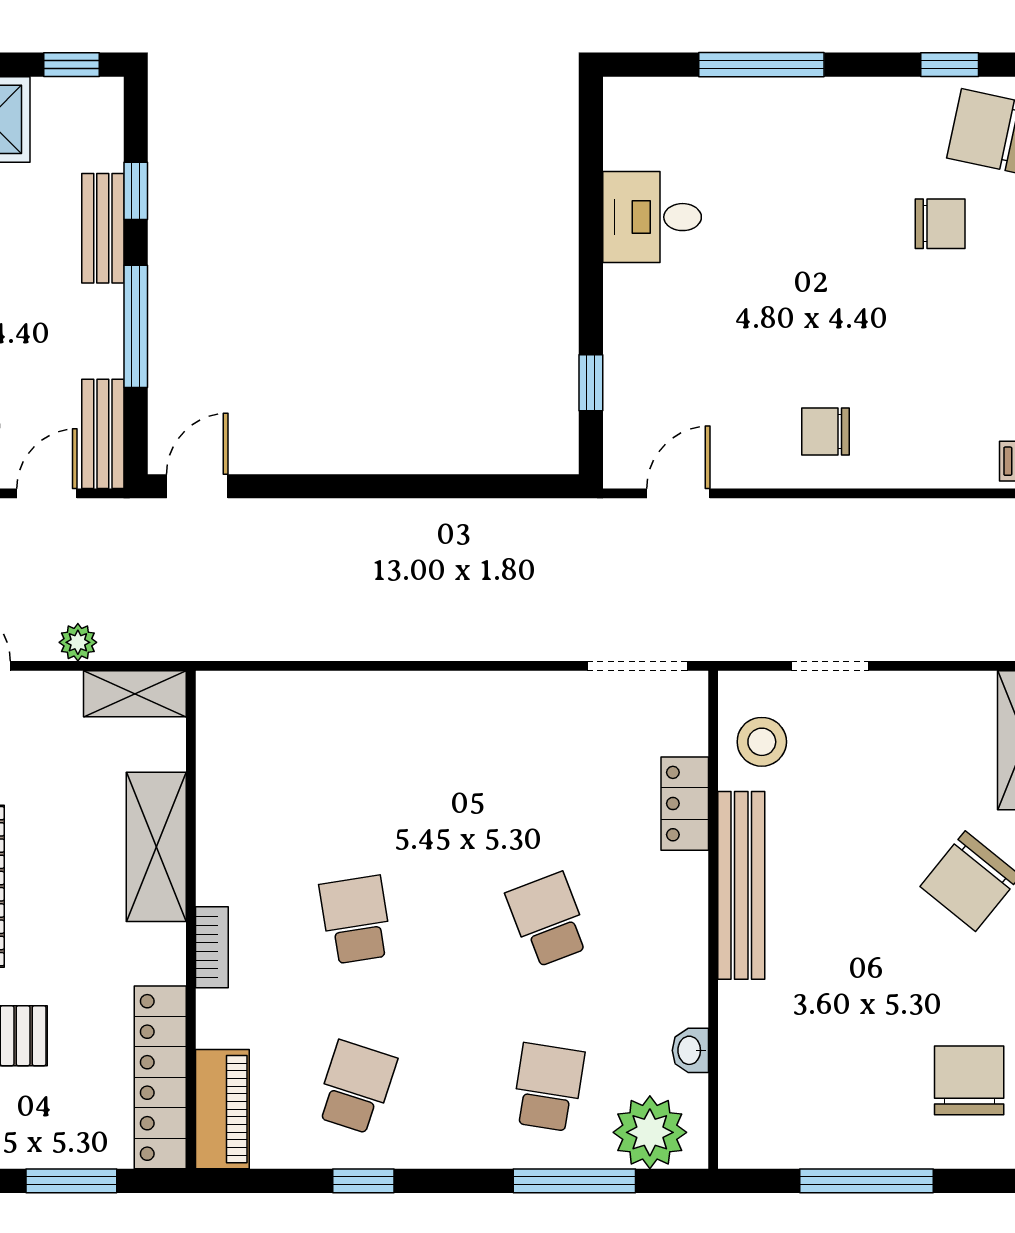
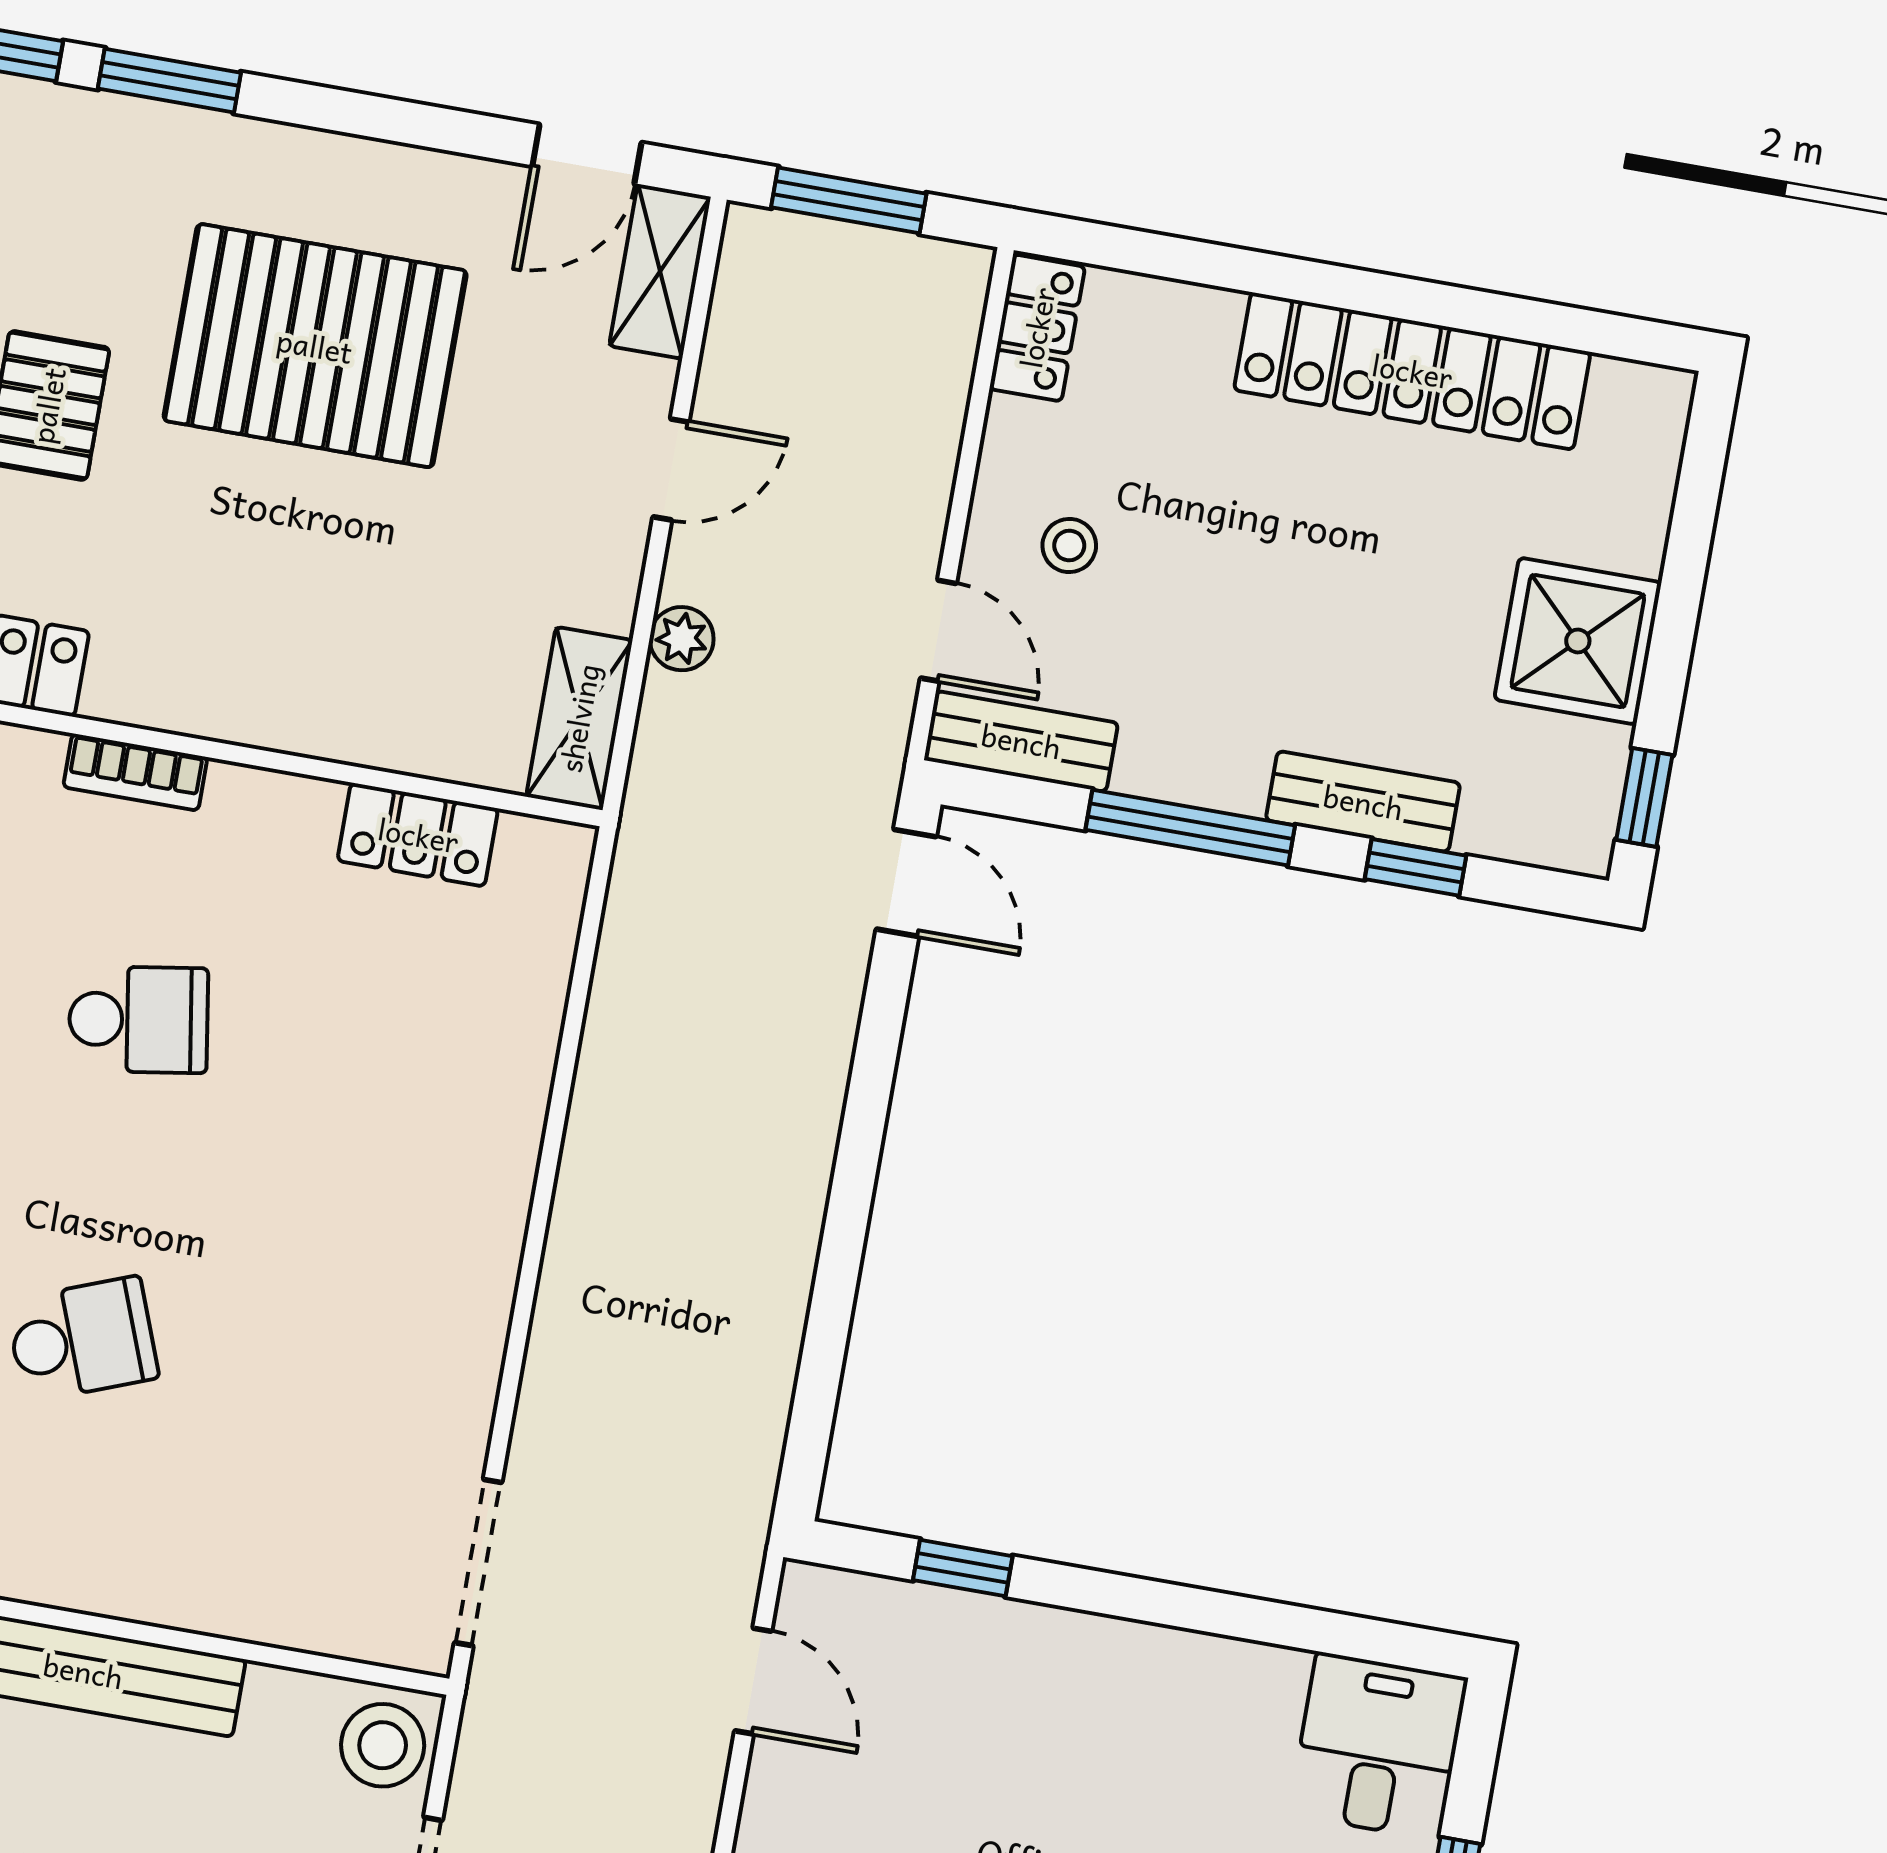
desk: (652, 217) -> (1378, 1746), moved
stool: (762, 742) -> (383, 1745), moved
locker: (685, 804) -> (418, 835), moved, turned 180
shelving: (156, 847) -> (318, 709), removed

